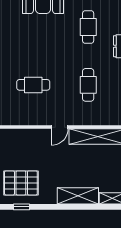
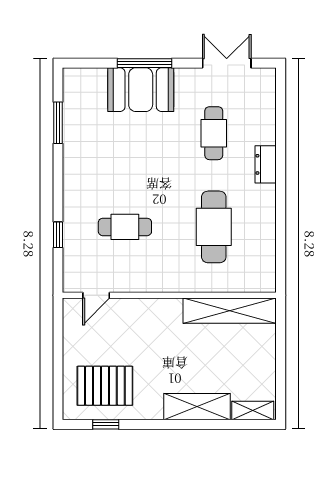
cafe table: (88, 85) -> (214, 227), width x1.37, depth x1.35
door: (60, 127) -> (96, 295), moved

